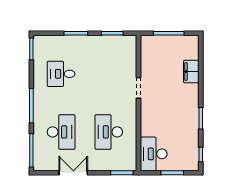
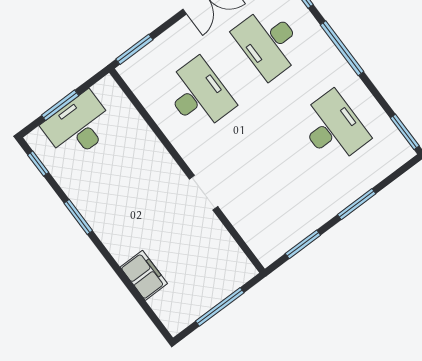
desk: (61, 74) -> (333, 128), width x1.37
desk: (154, 154) -> (79, 126), moved, turned -90

